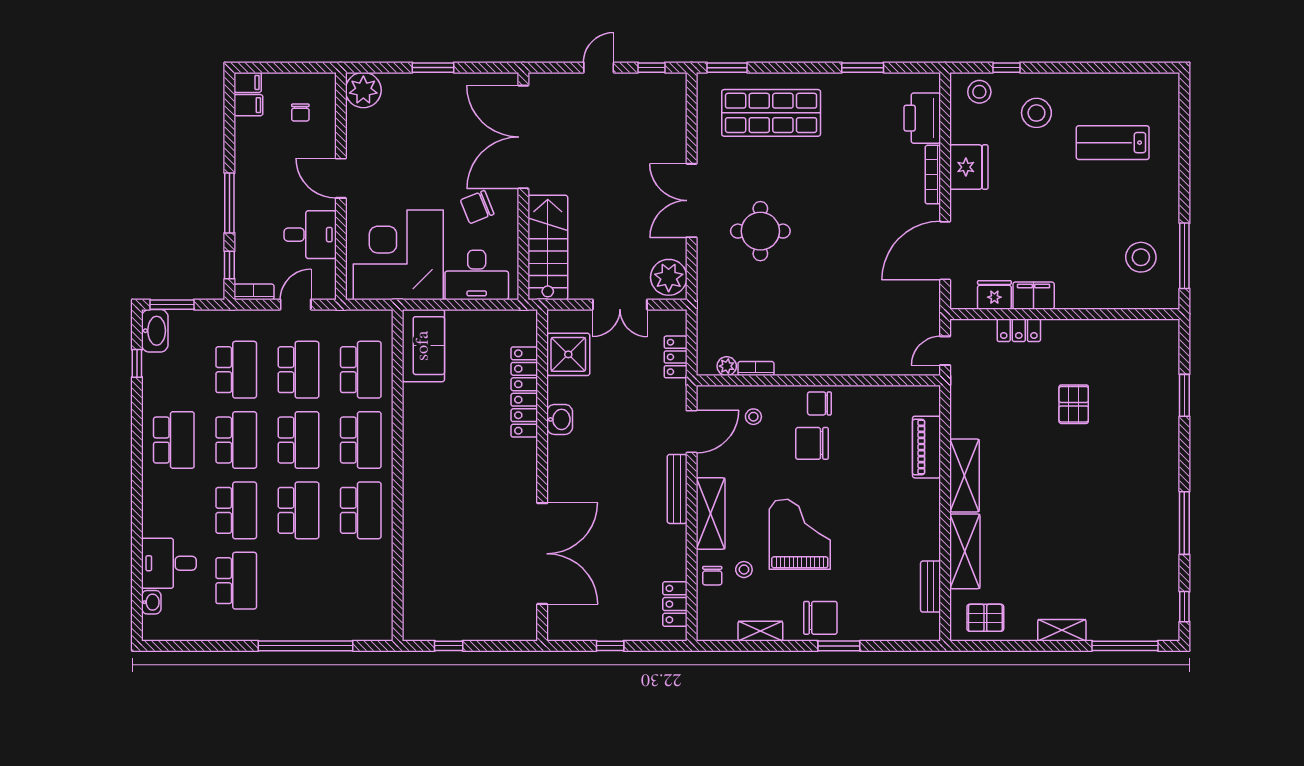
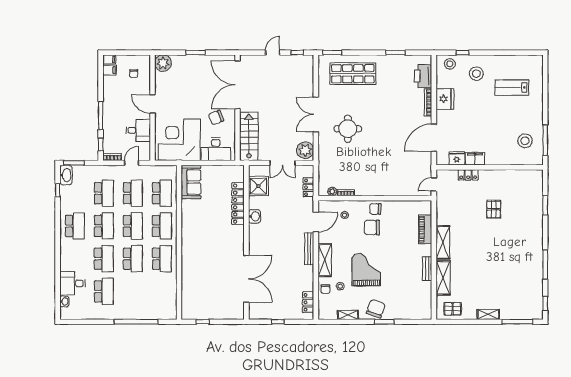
bench: (931, 587) -> (427, 268), moved
chair: (820, 618) -> (376, 309), turned -71

